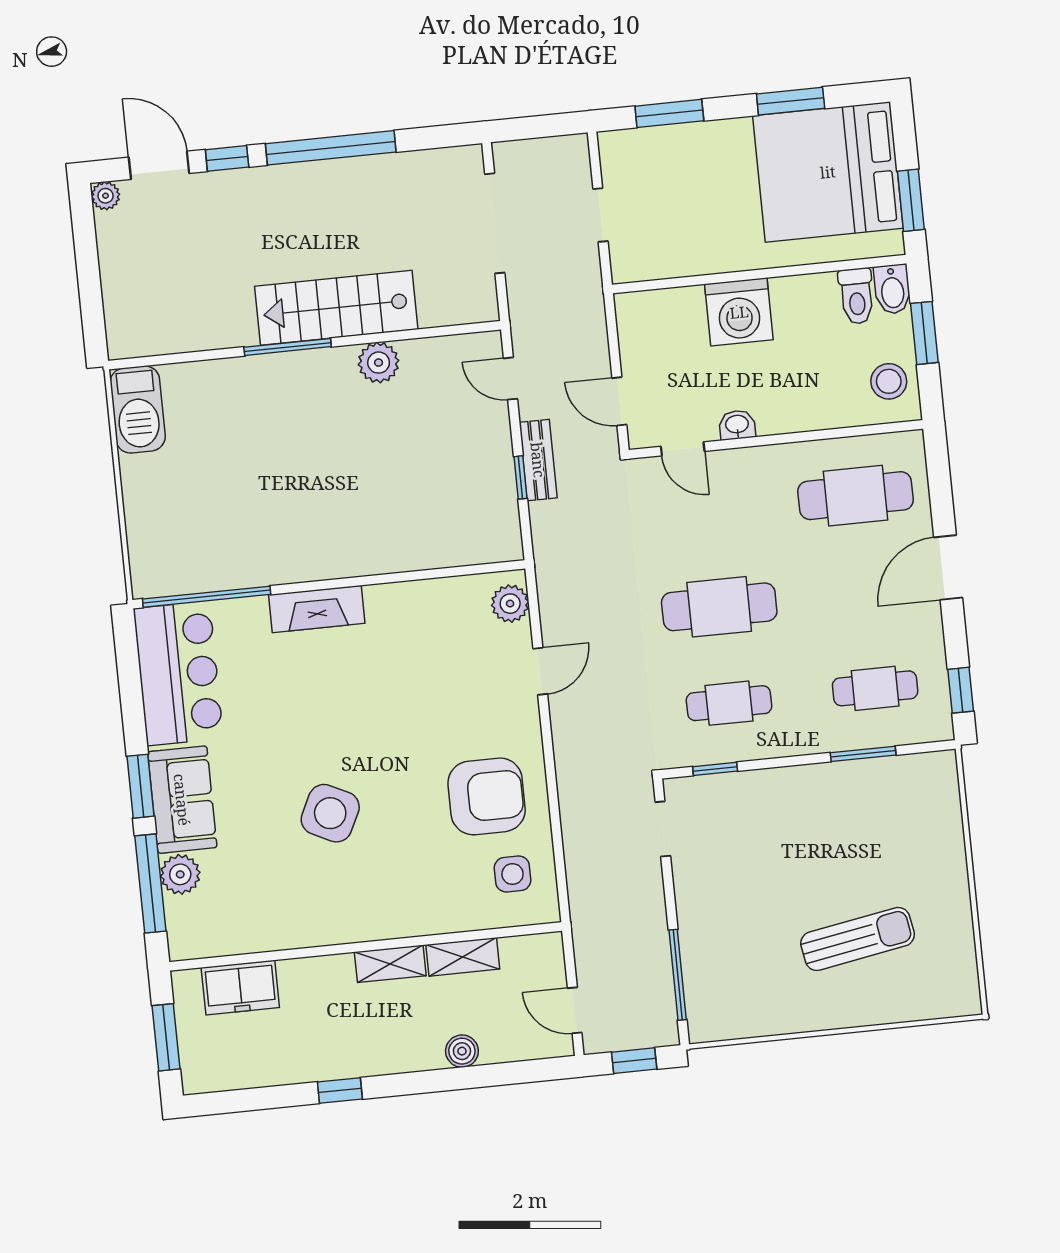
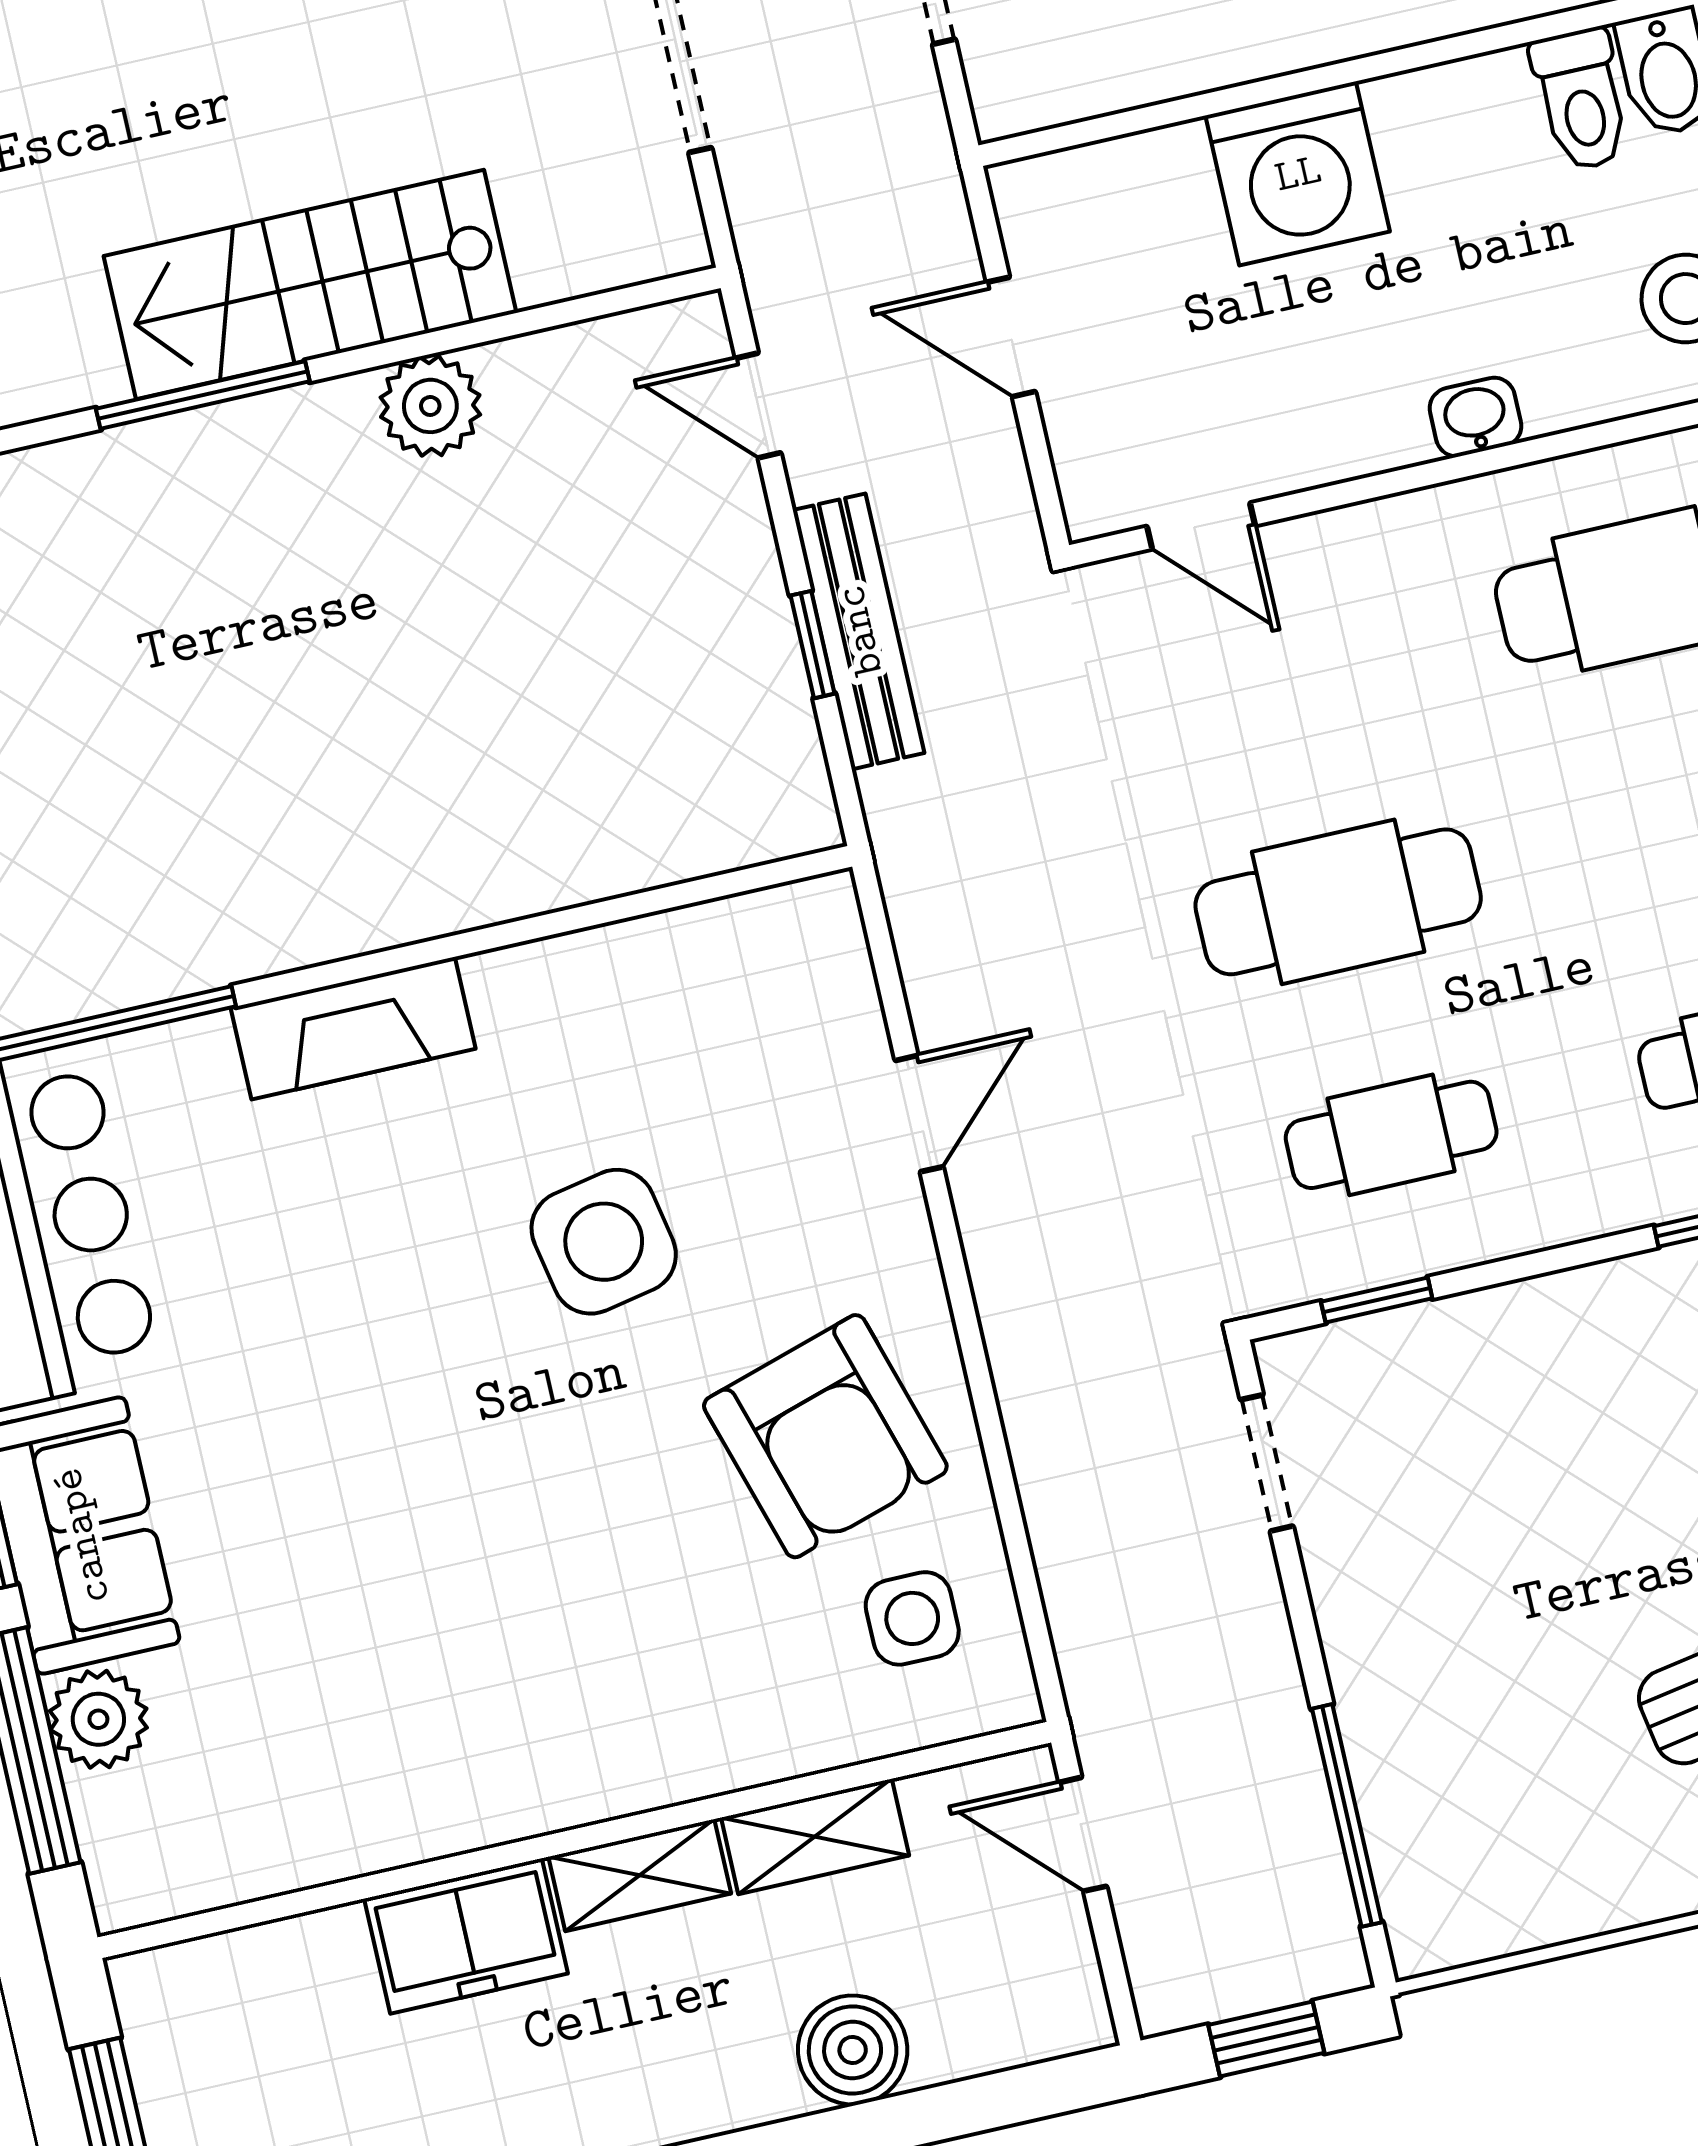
door: (619, 401) -> (1011, 337), moved
washbasin: (737, 425) -> (1475, 417), moved
bench: (538, 460) -> (859, 631), width x1.36
plant: (510, 604) -> (825, 957), removed
armchair: (487, 796) -> (825, 1436), turned 73
side table: (330, 813) -> (604, 1242), moved, turned -37
freezer: (240, 988) -> (466, 1936), moved
door: (575, 1010) -> (1083, 1834), moved
boiler: (462, 1051) -> (853, 2050), width x1.36, depth x1.36

